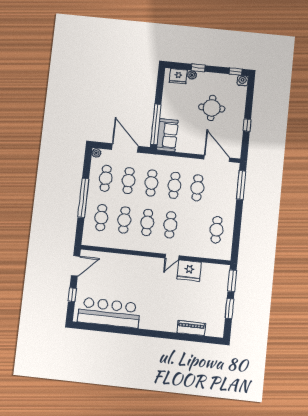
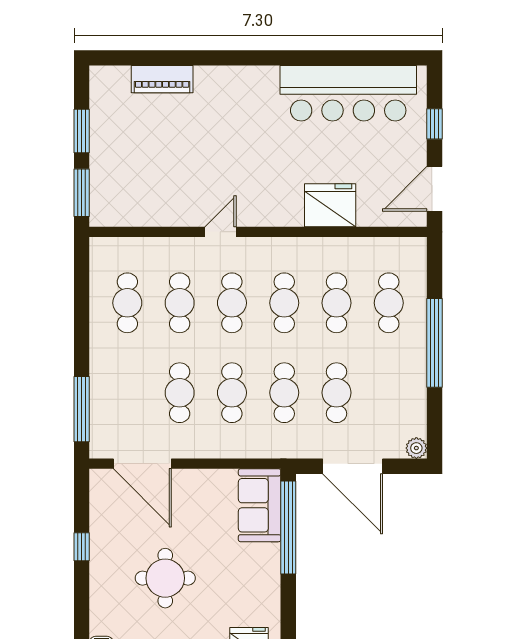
cafe table: (106, 178) -> (180, 303), moved
fridge: (189, 271) -> (330, 205), moved

